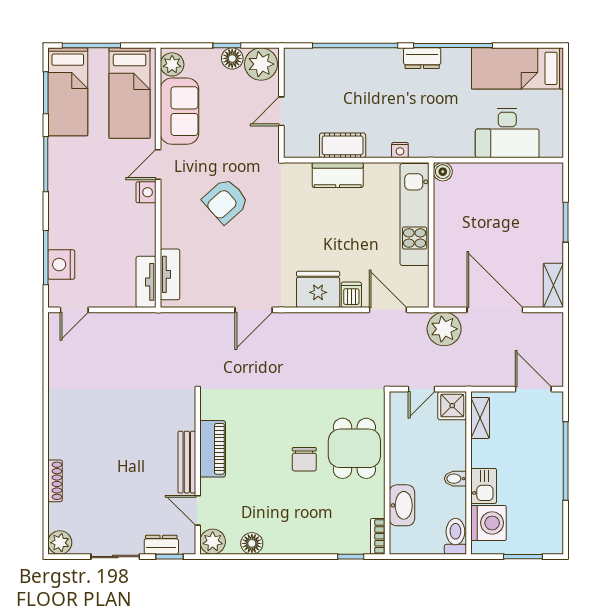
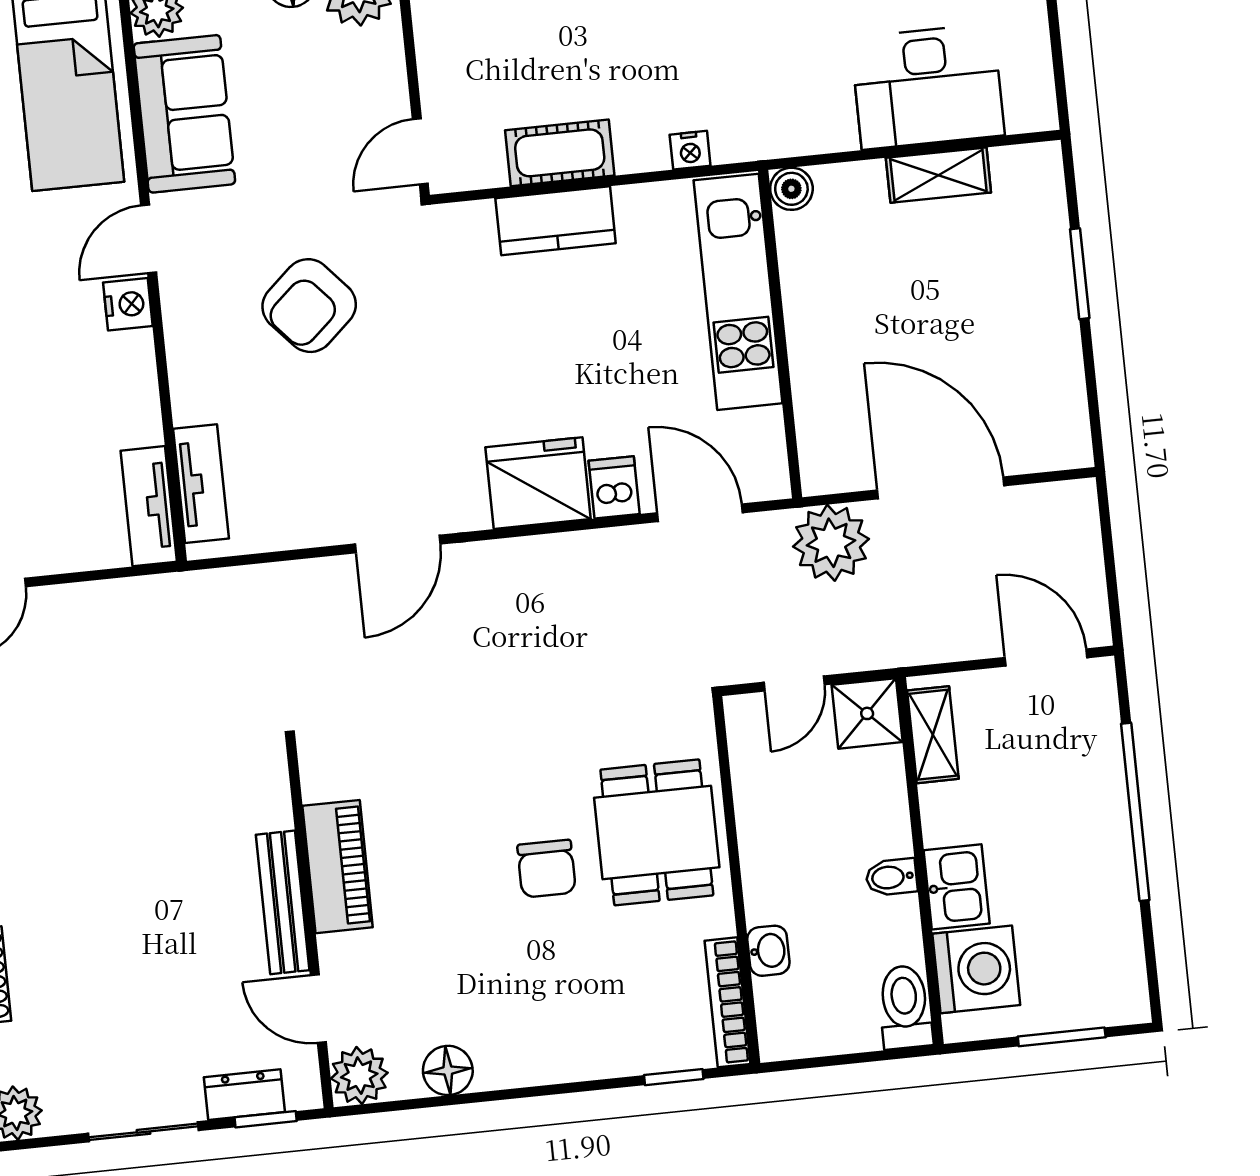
door: (281, 111) -> (420, 152), moved
shelving: (553, 285) -> (938, 175), moved, turned 90
washbasin: (402, 505) -> (768, 951), width x0.52, depth x0.69
bookcase: (378, 536) -> (727, 1002), width x1.56

